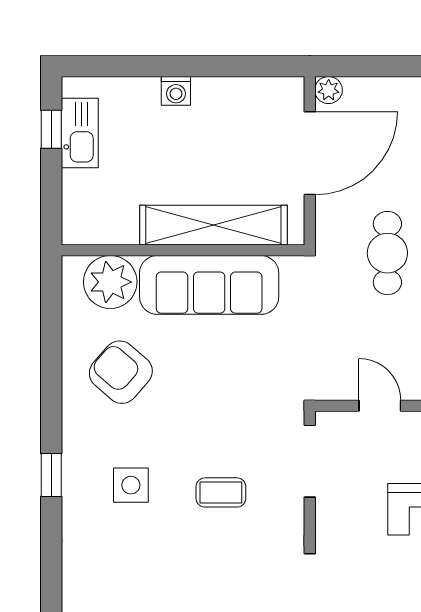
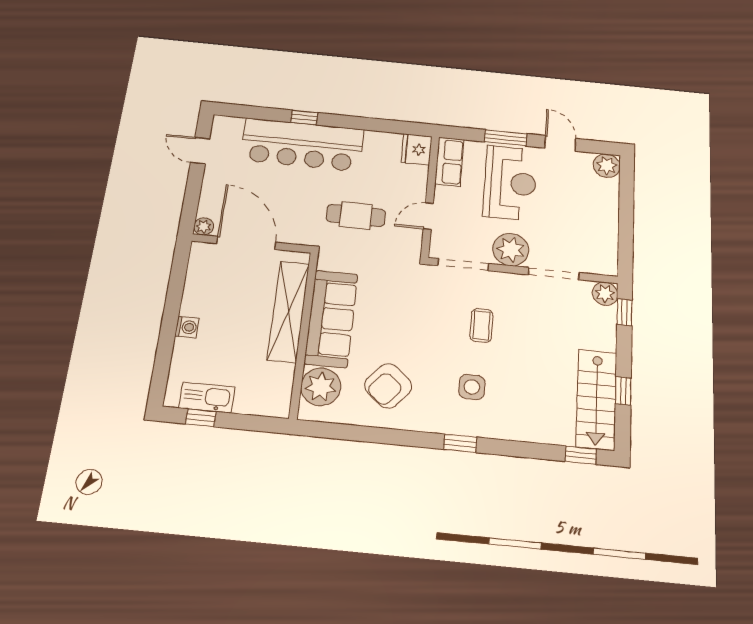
cafe table: (387, 253) -> (356, 215), moved
plant: (340, 527) -> (511, 250), added

